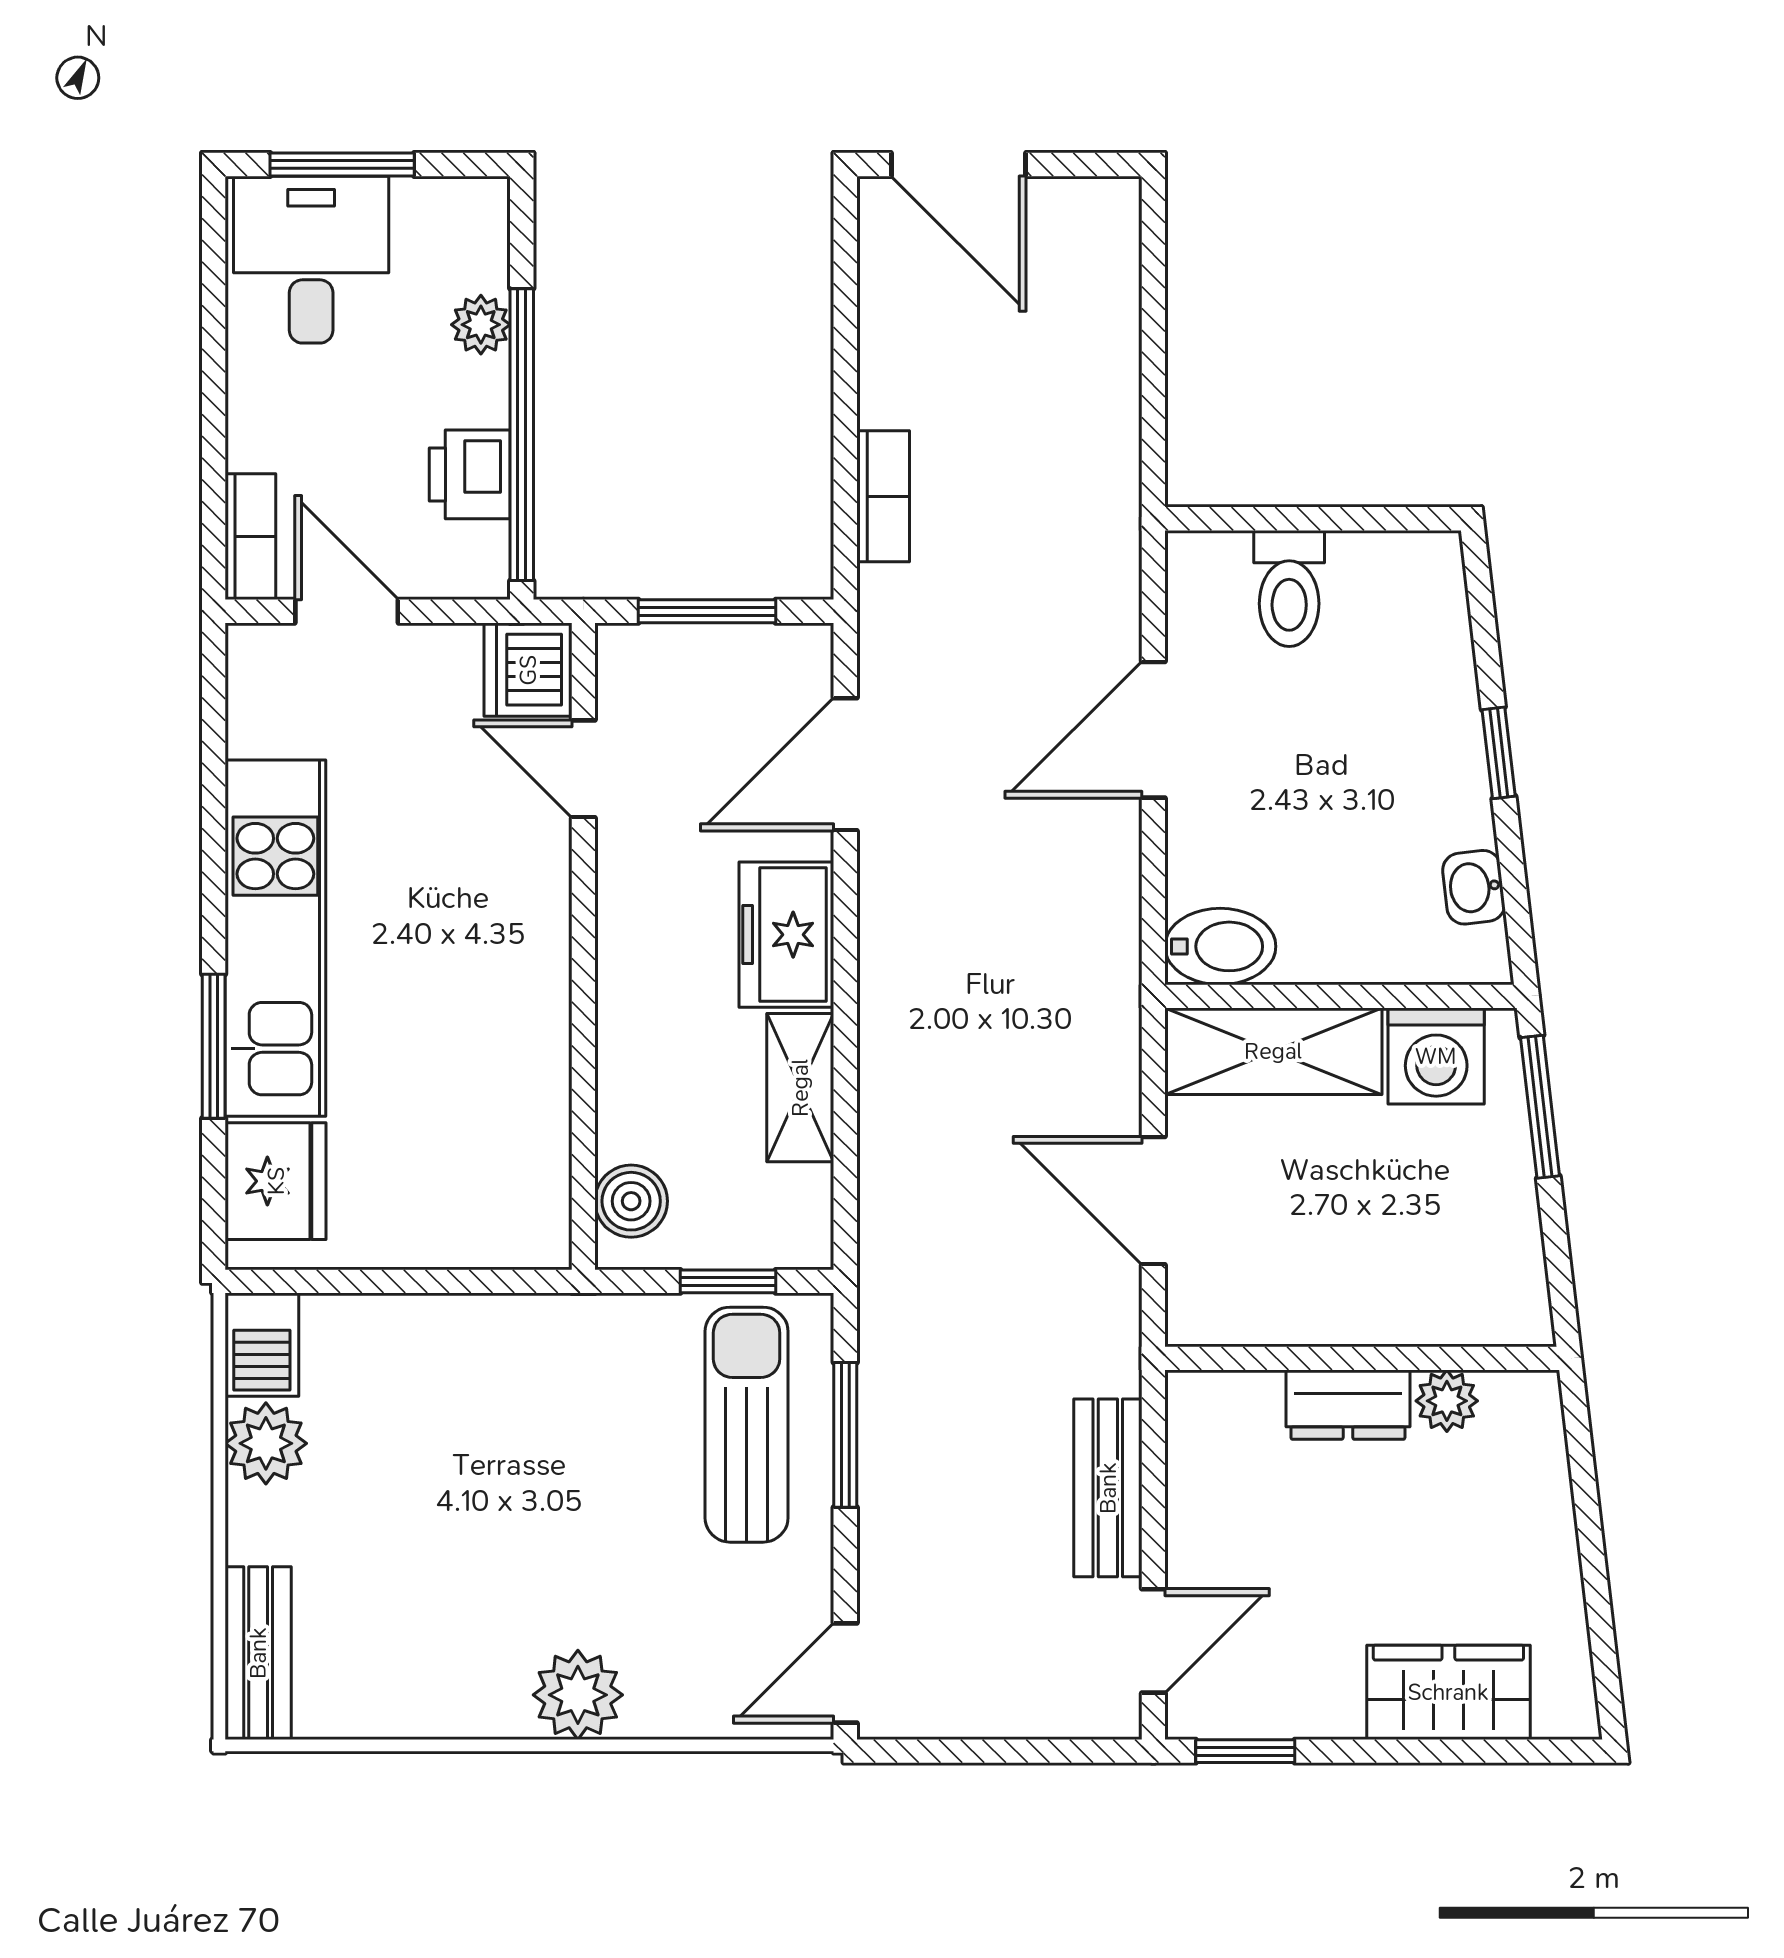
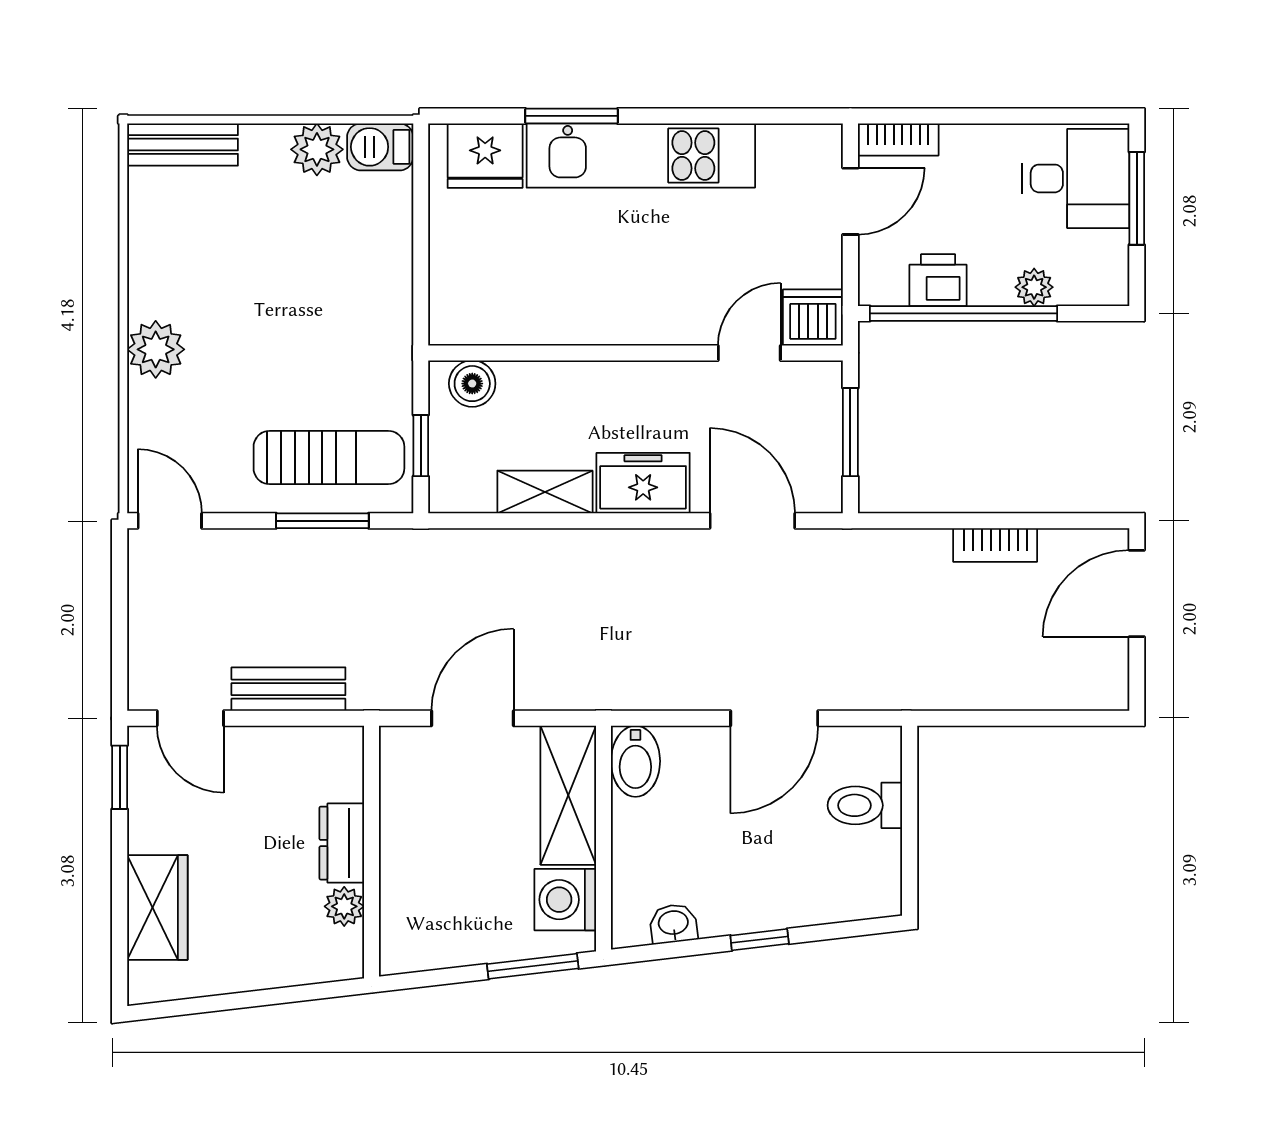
bookcase: (883, 496) -> (995, 545), moved
door: (1153, 730) -> (774, 718), swing flipped

